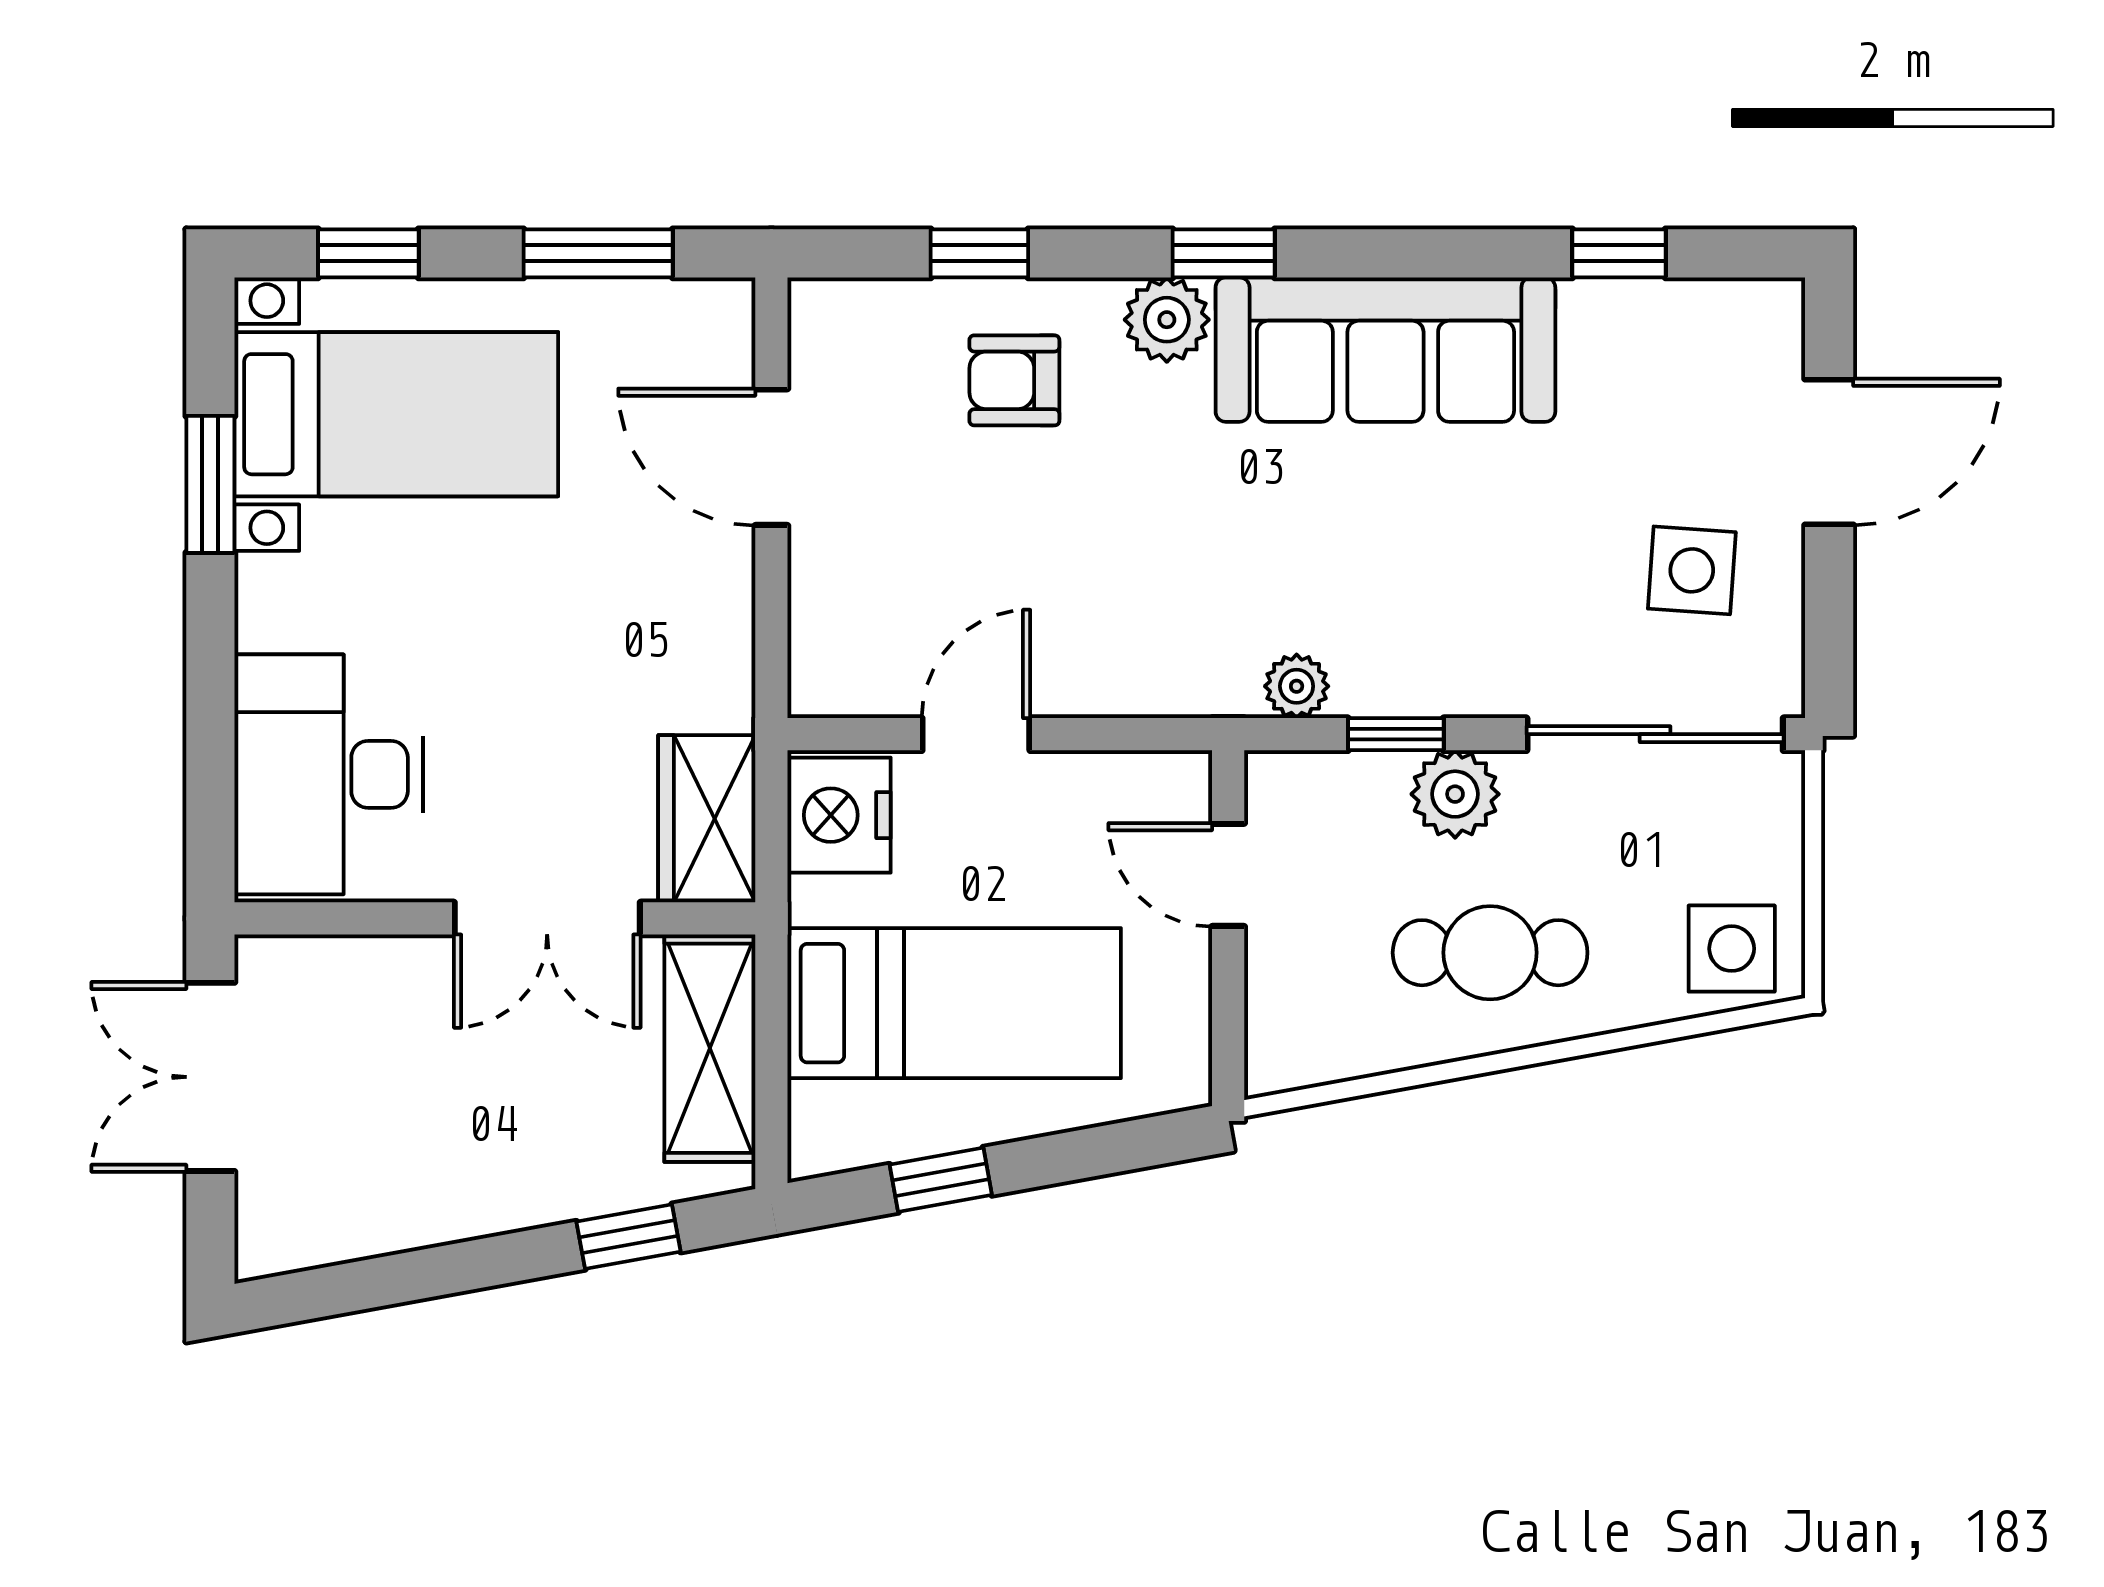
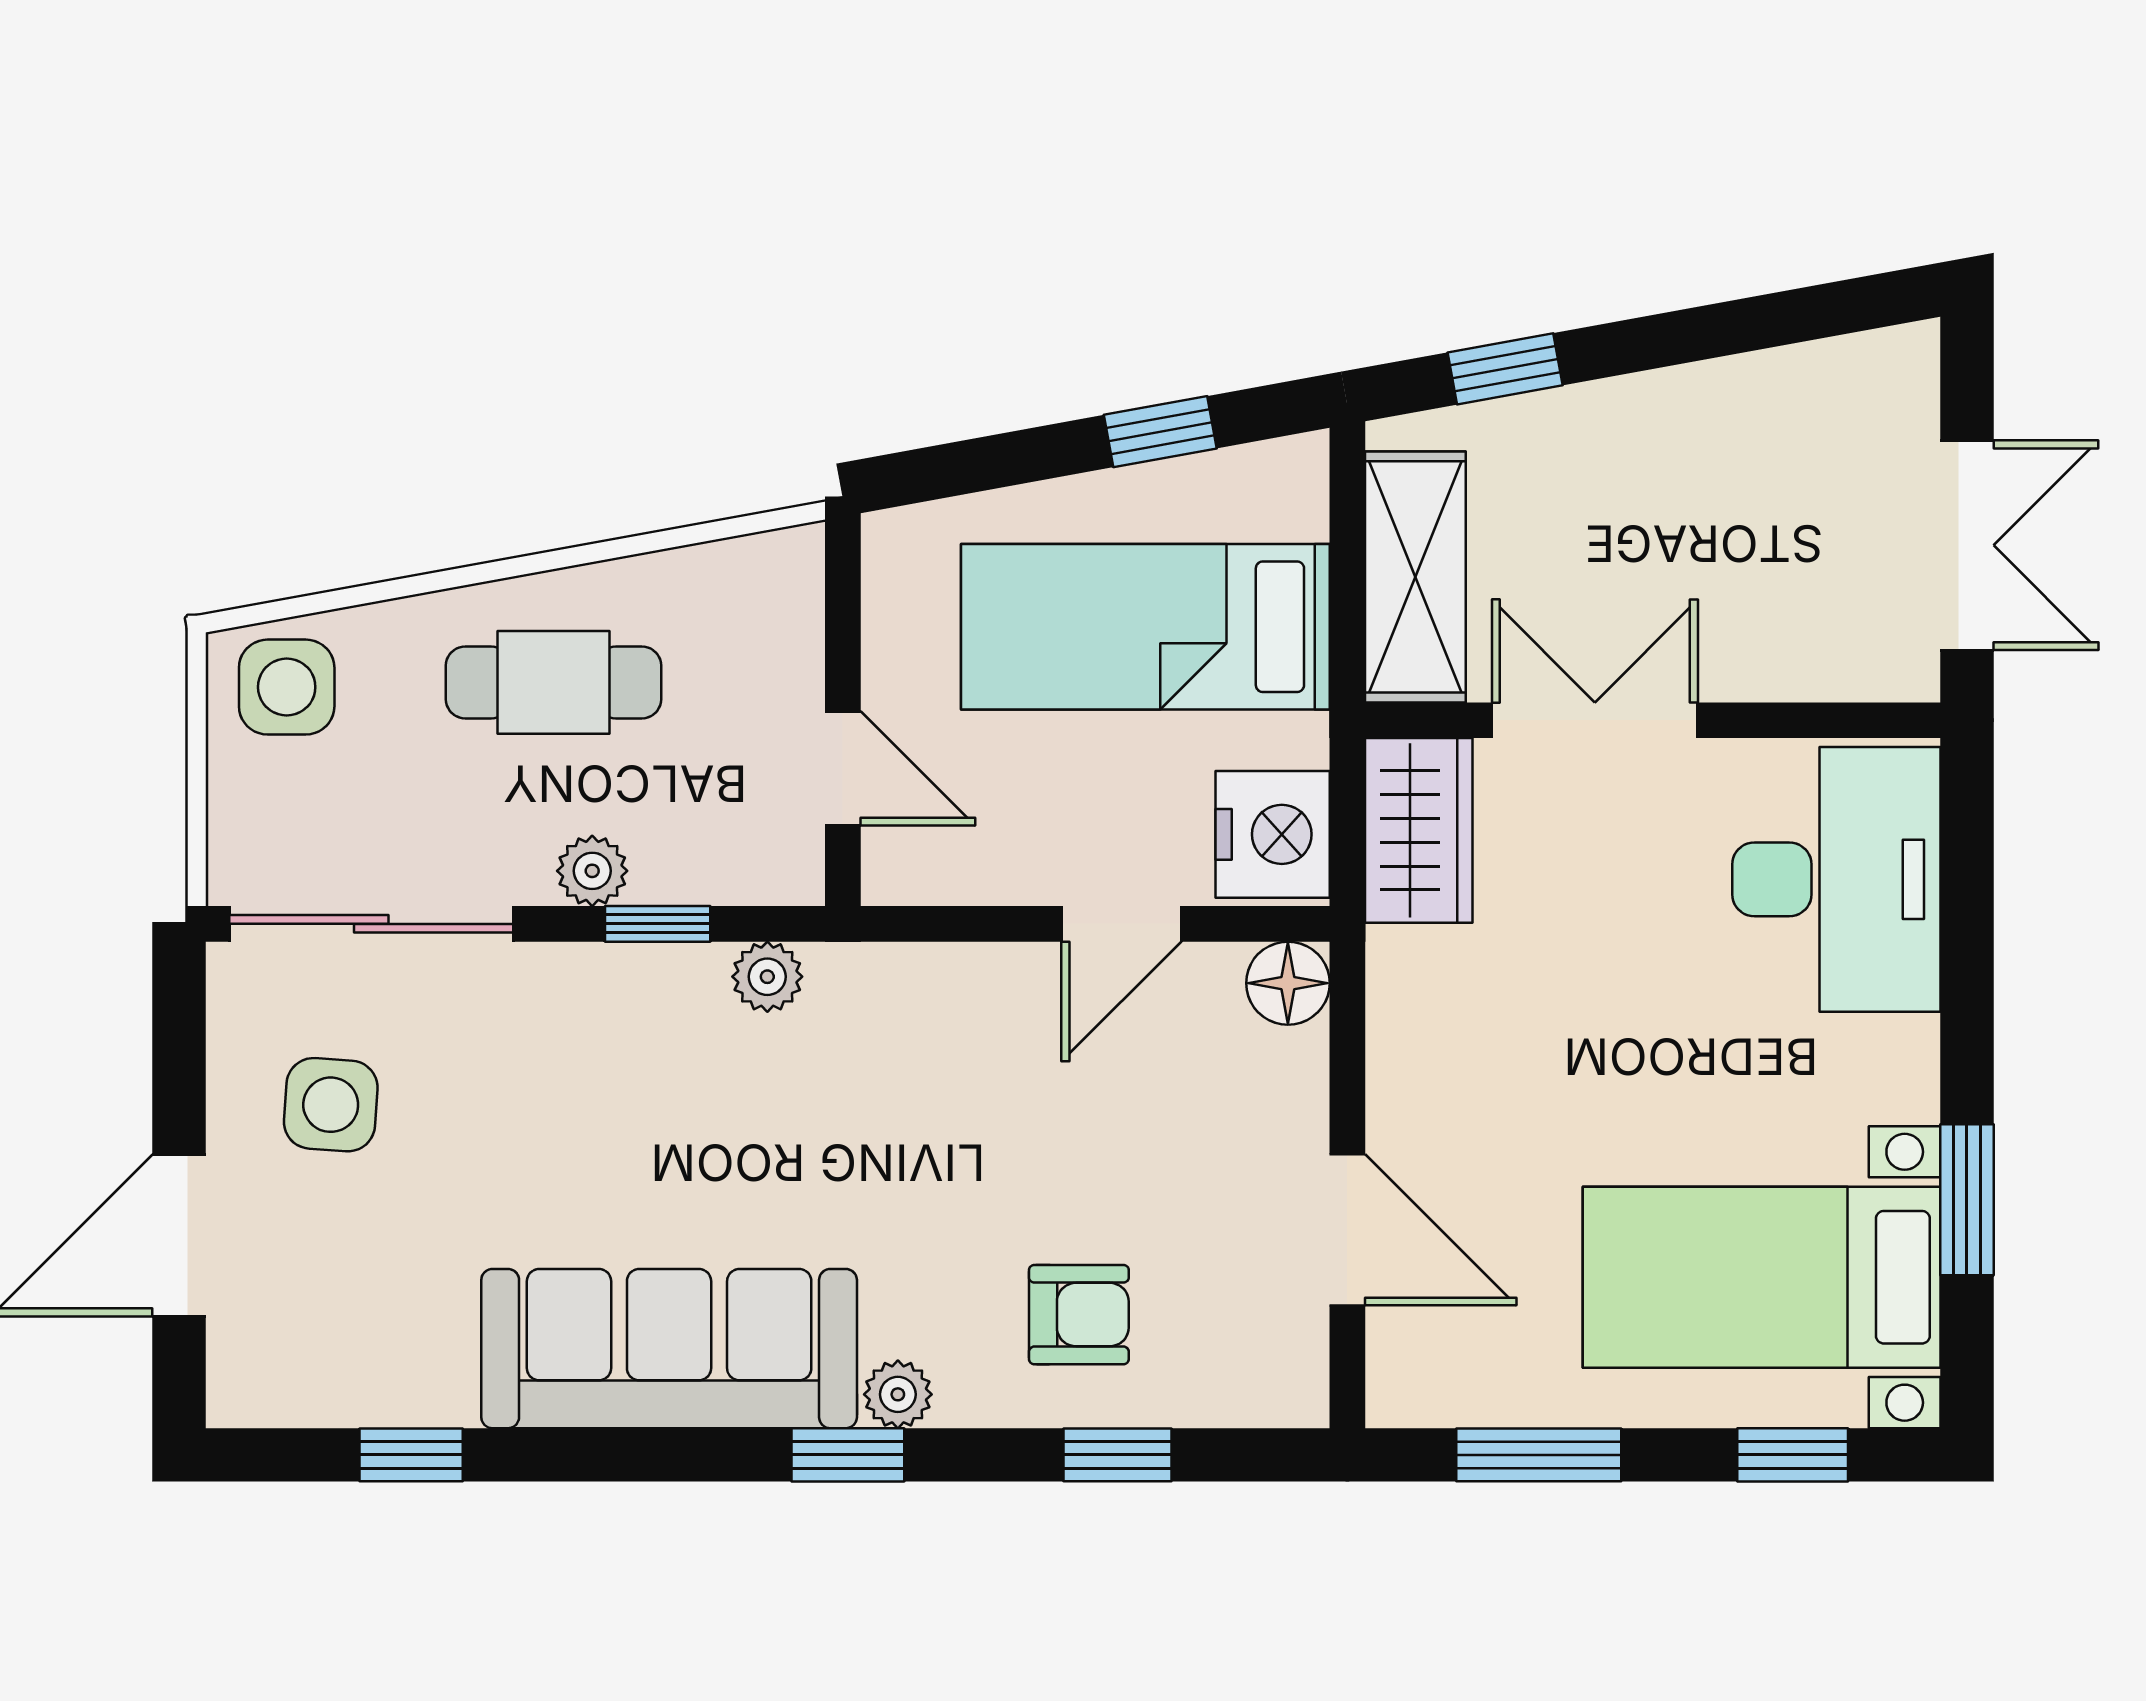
plant: (1167, 320) -> (898, 1394), width x0.73, depth x0.73
floor lamp: (825, 680) -> (1288, 983), added
plant: (1455, 794) -> (592, 871), width x0.73, depth x0.73

